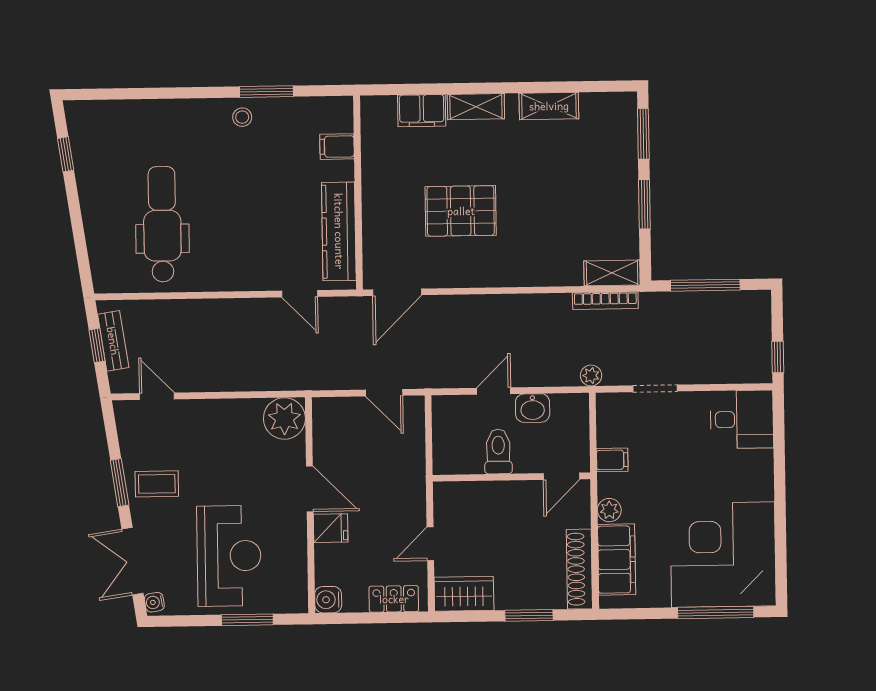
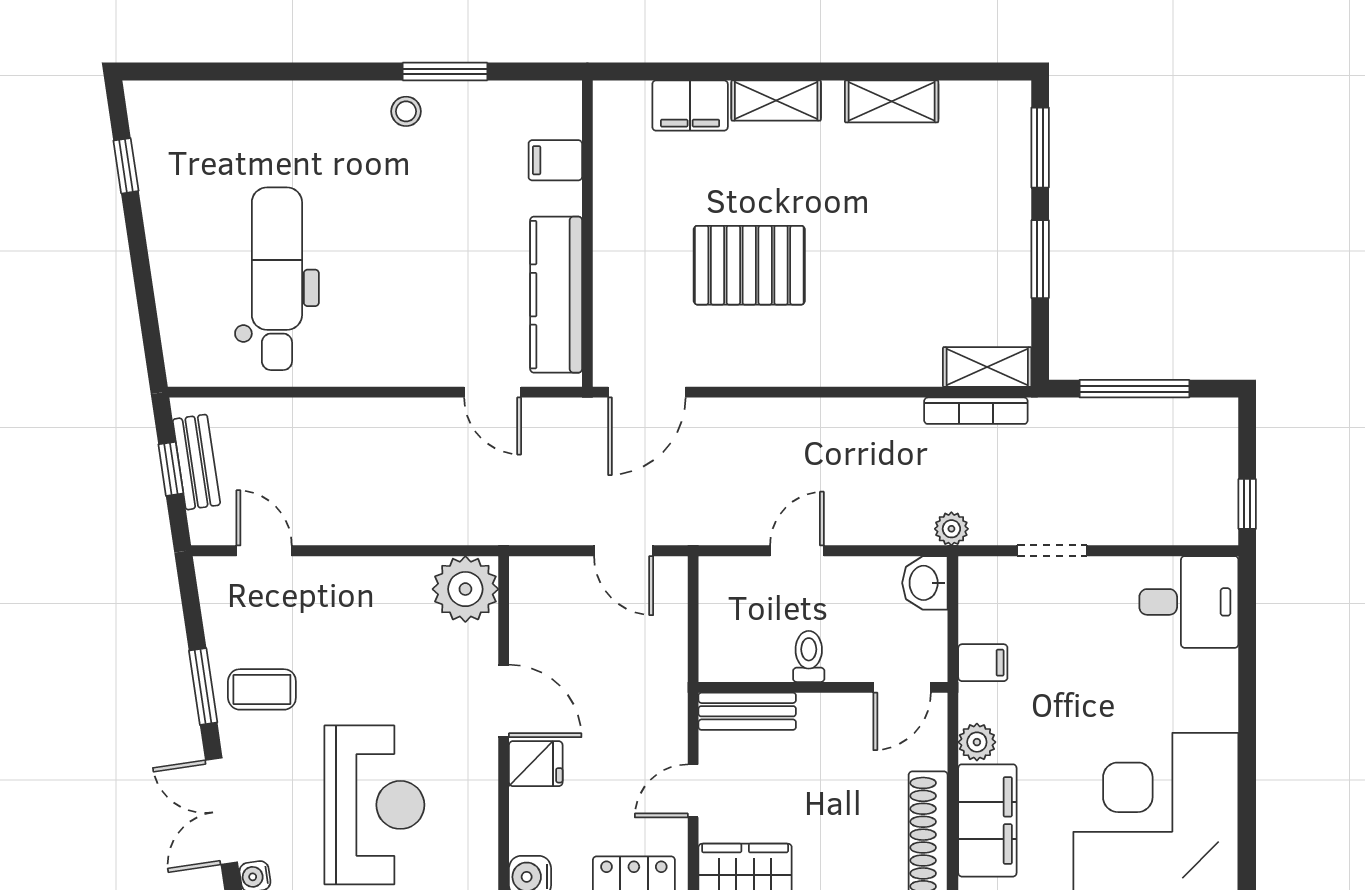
washbasin: (533, 408) -> (925, 583), moved, turned 90
toilet: (498, 451) -> (809, 656), width x0.73, depth x0.72
bench: (464, 493) -> (747, 711), added

